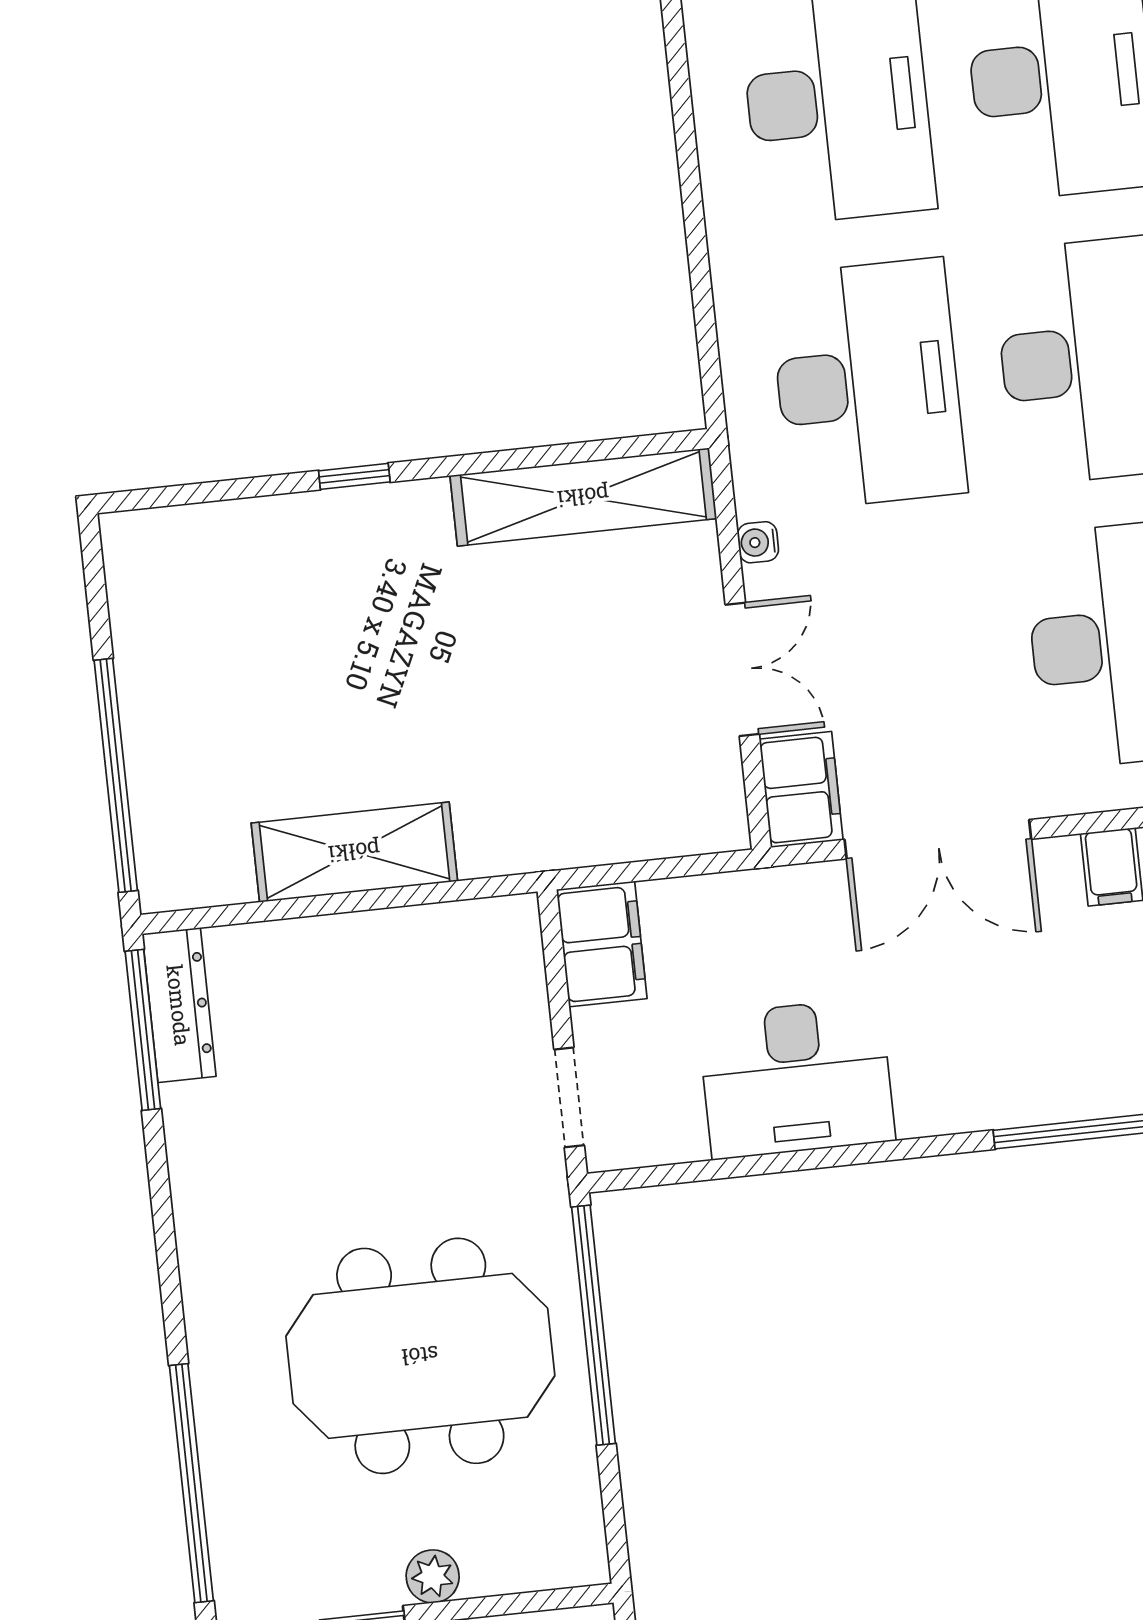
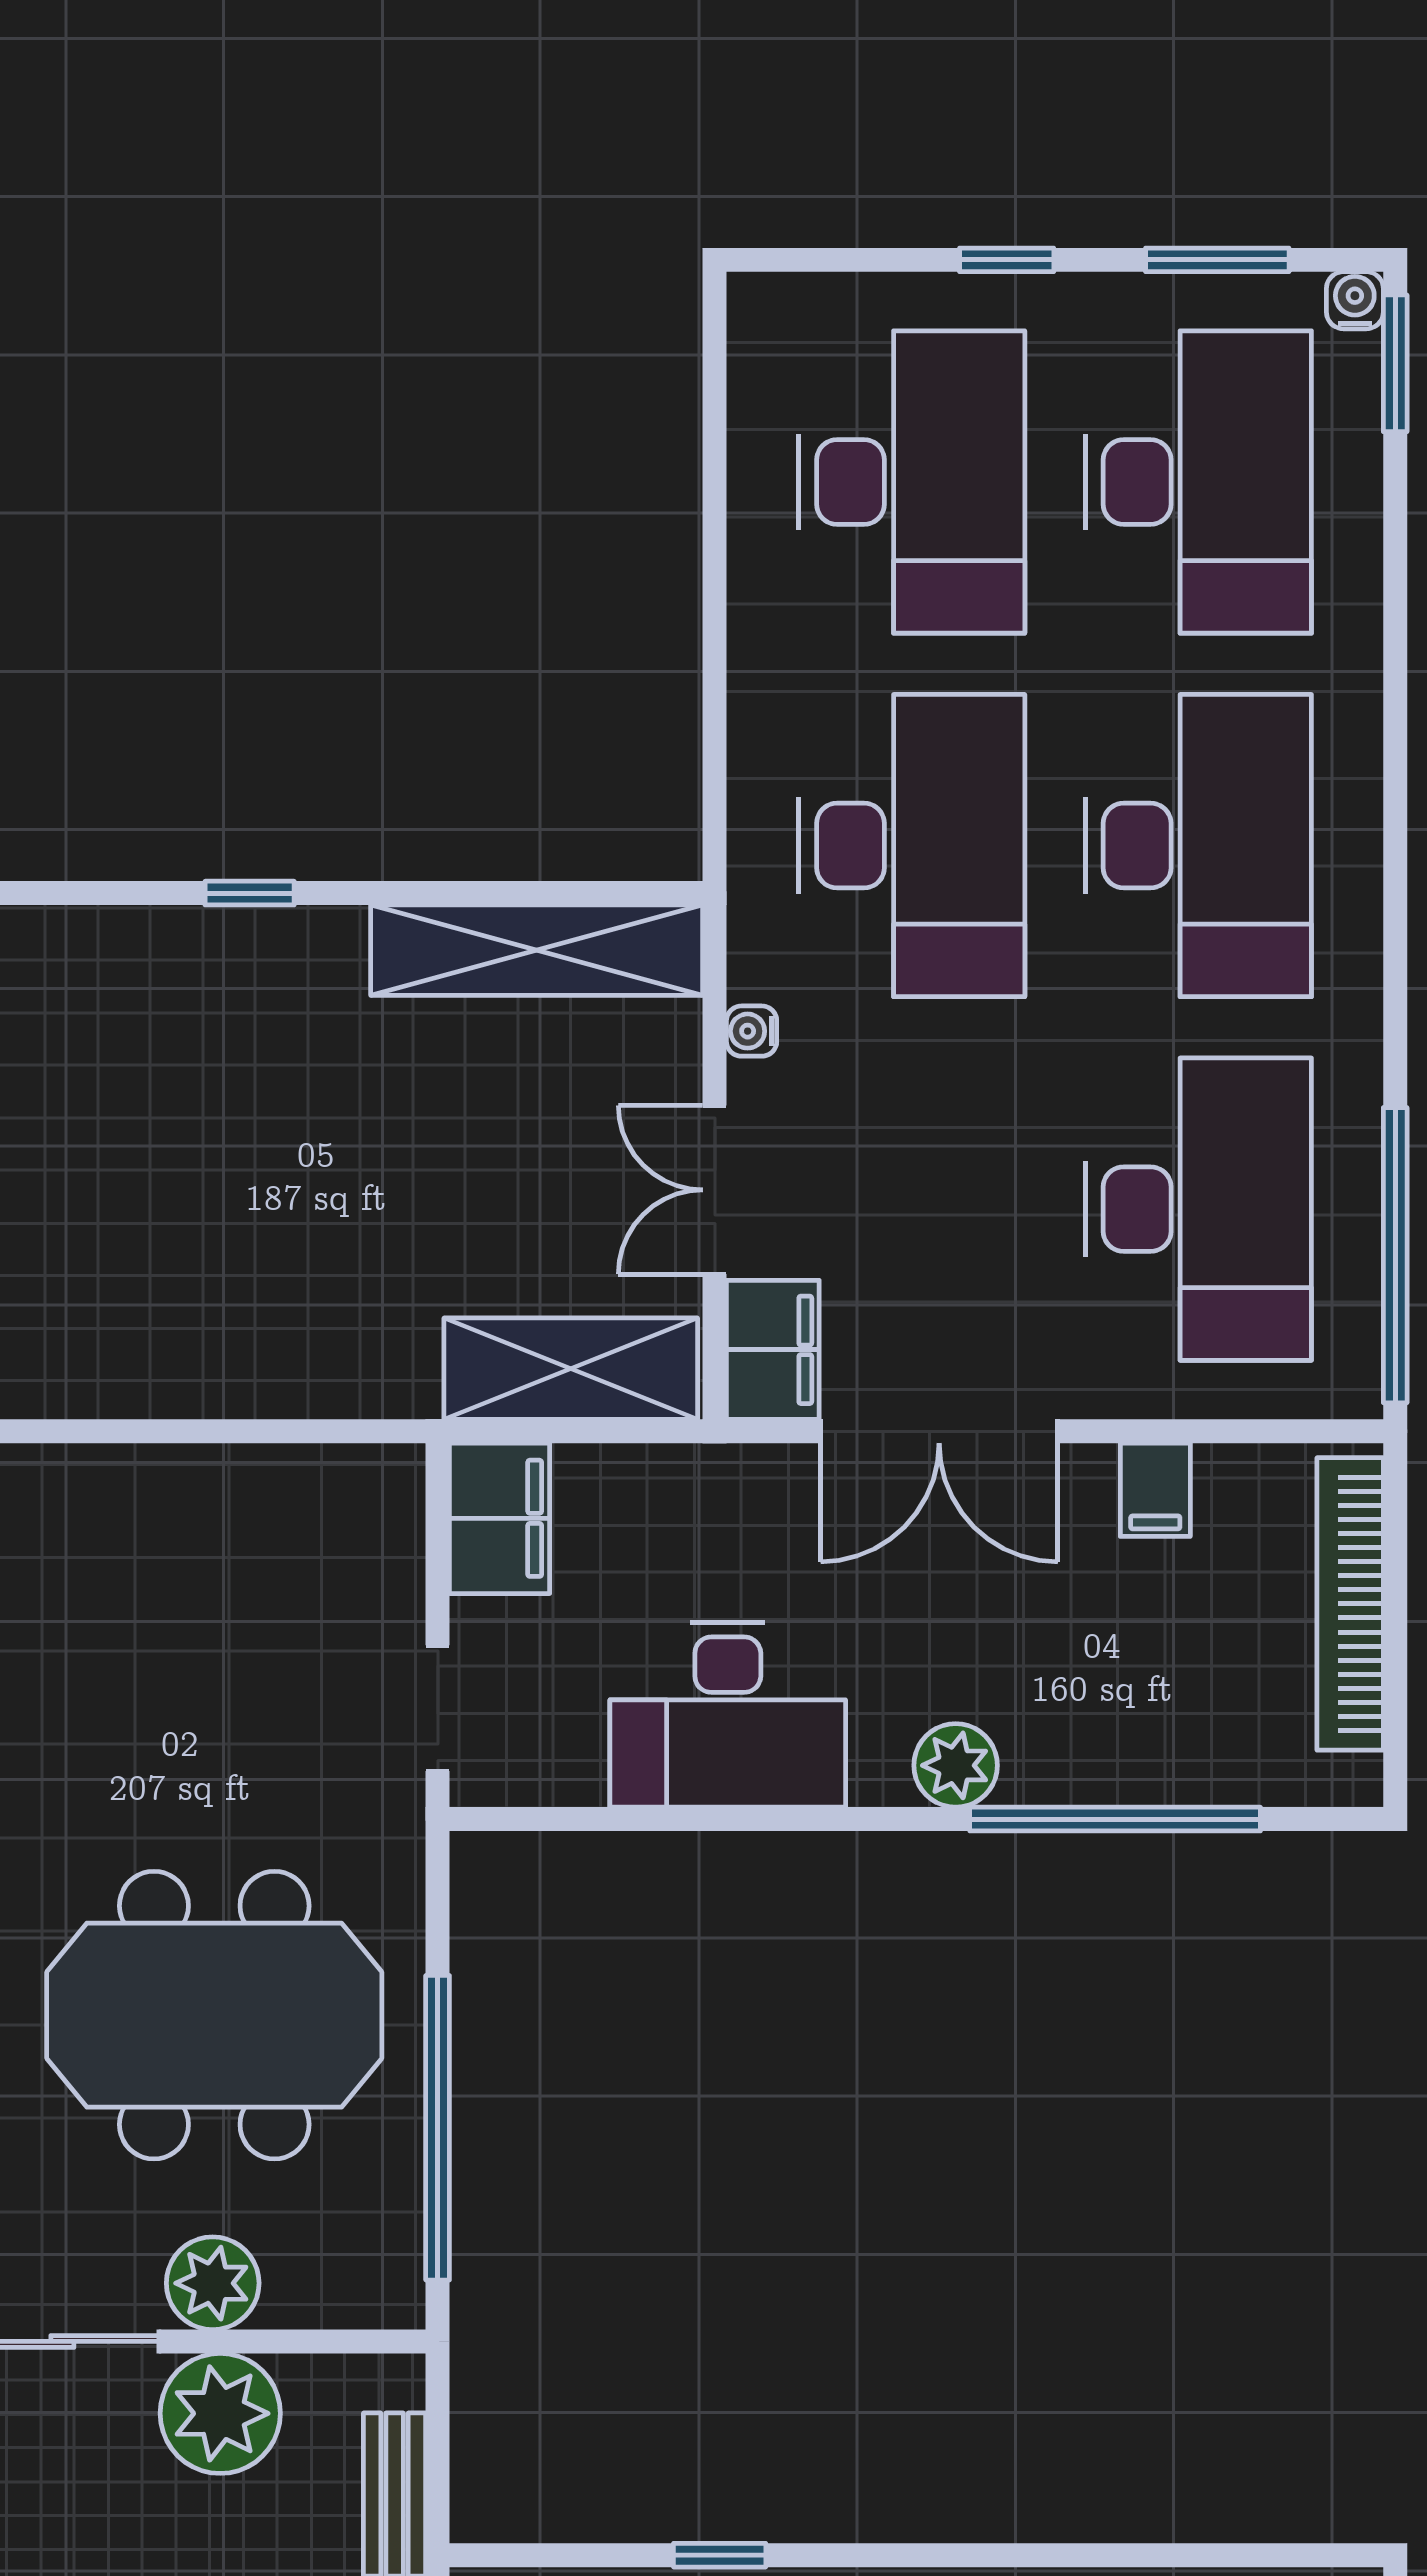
double door: (742, 669) -> (715, 1190), swing flipped
shelving: (354, 852) -> (571, 1369), moved
plant: (979, 1099) -> (956, 1765), added
window: (593, 1325) -> (438, 2128), moved
plant: (433, 1576) -> (213, 2283), width x1.38, depth x1.38

